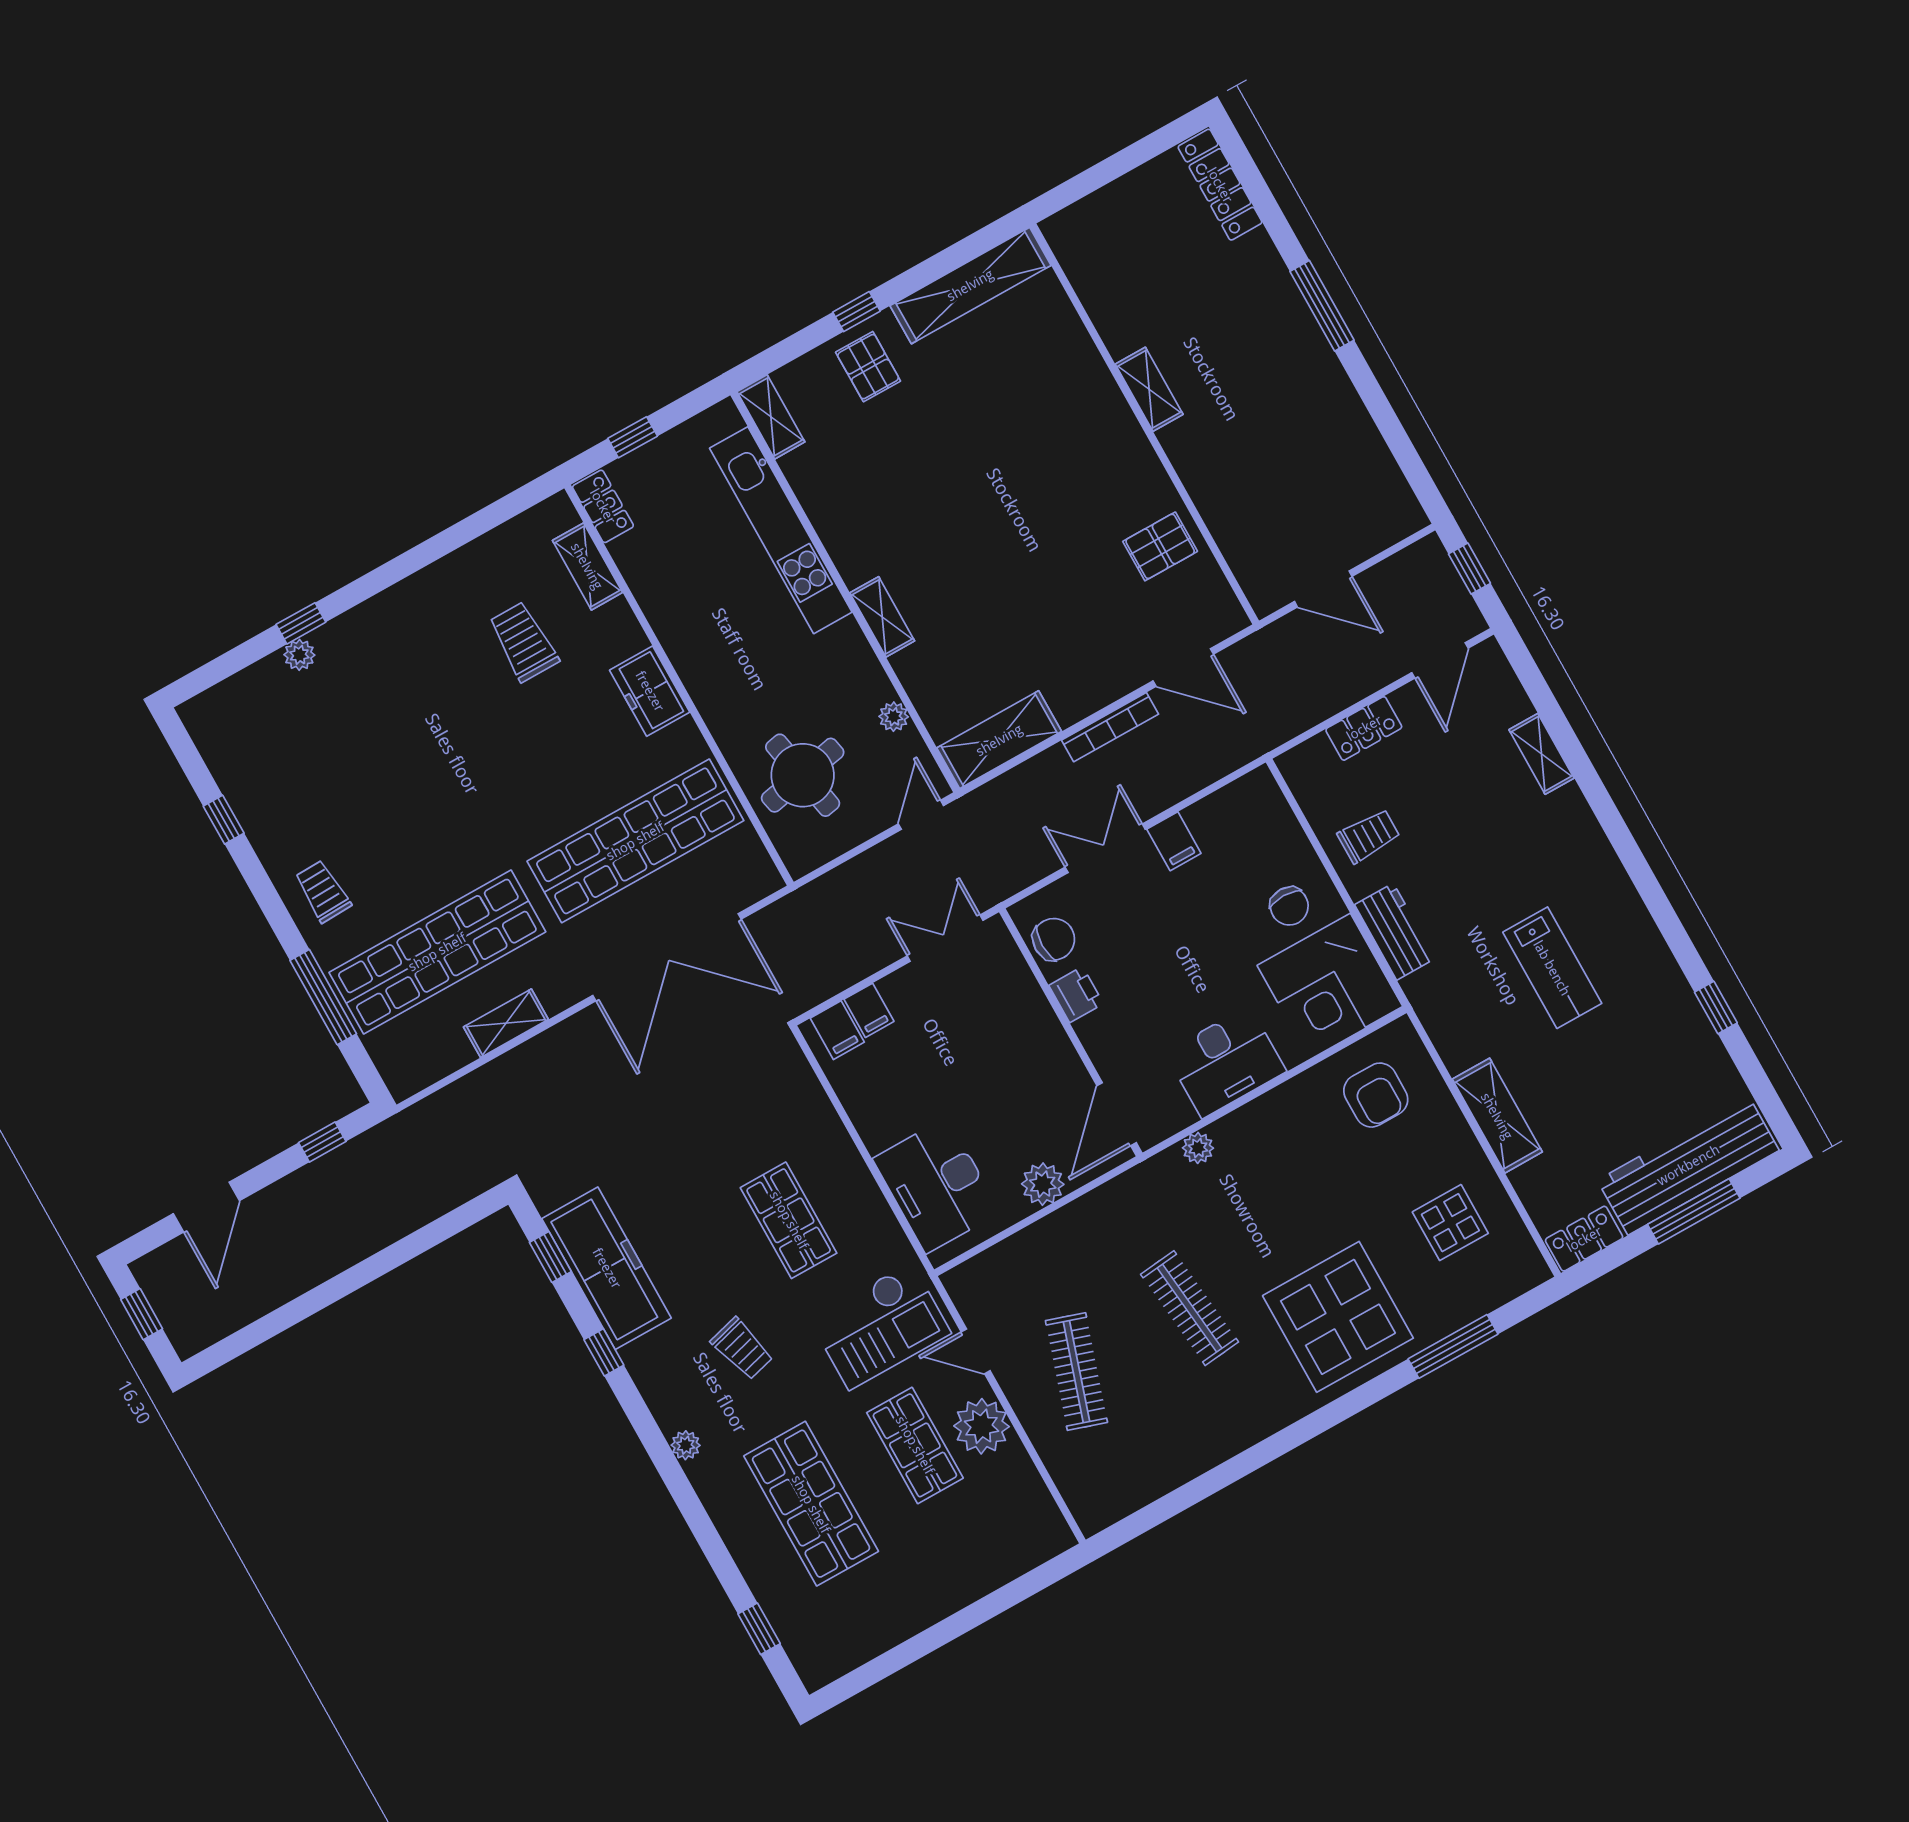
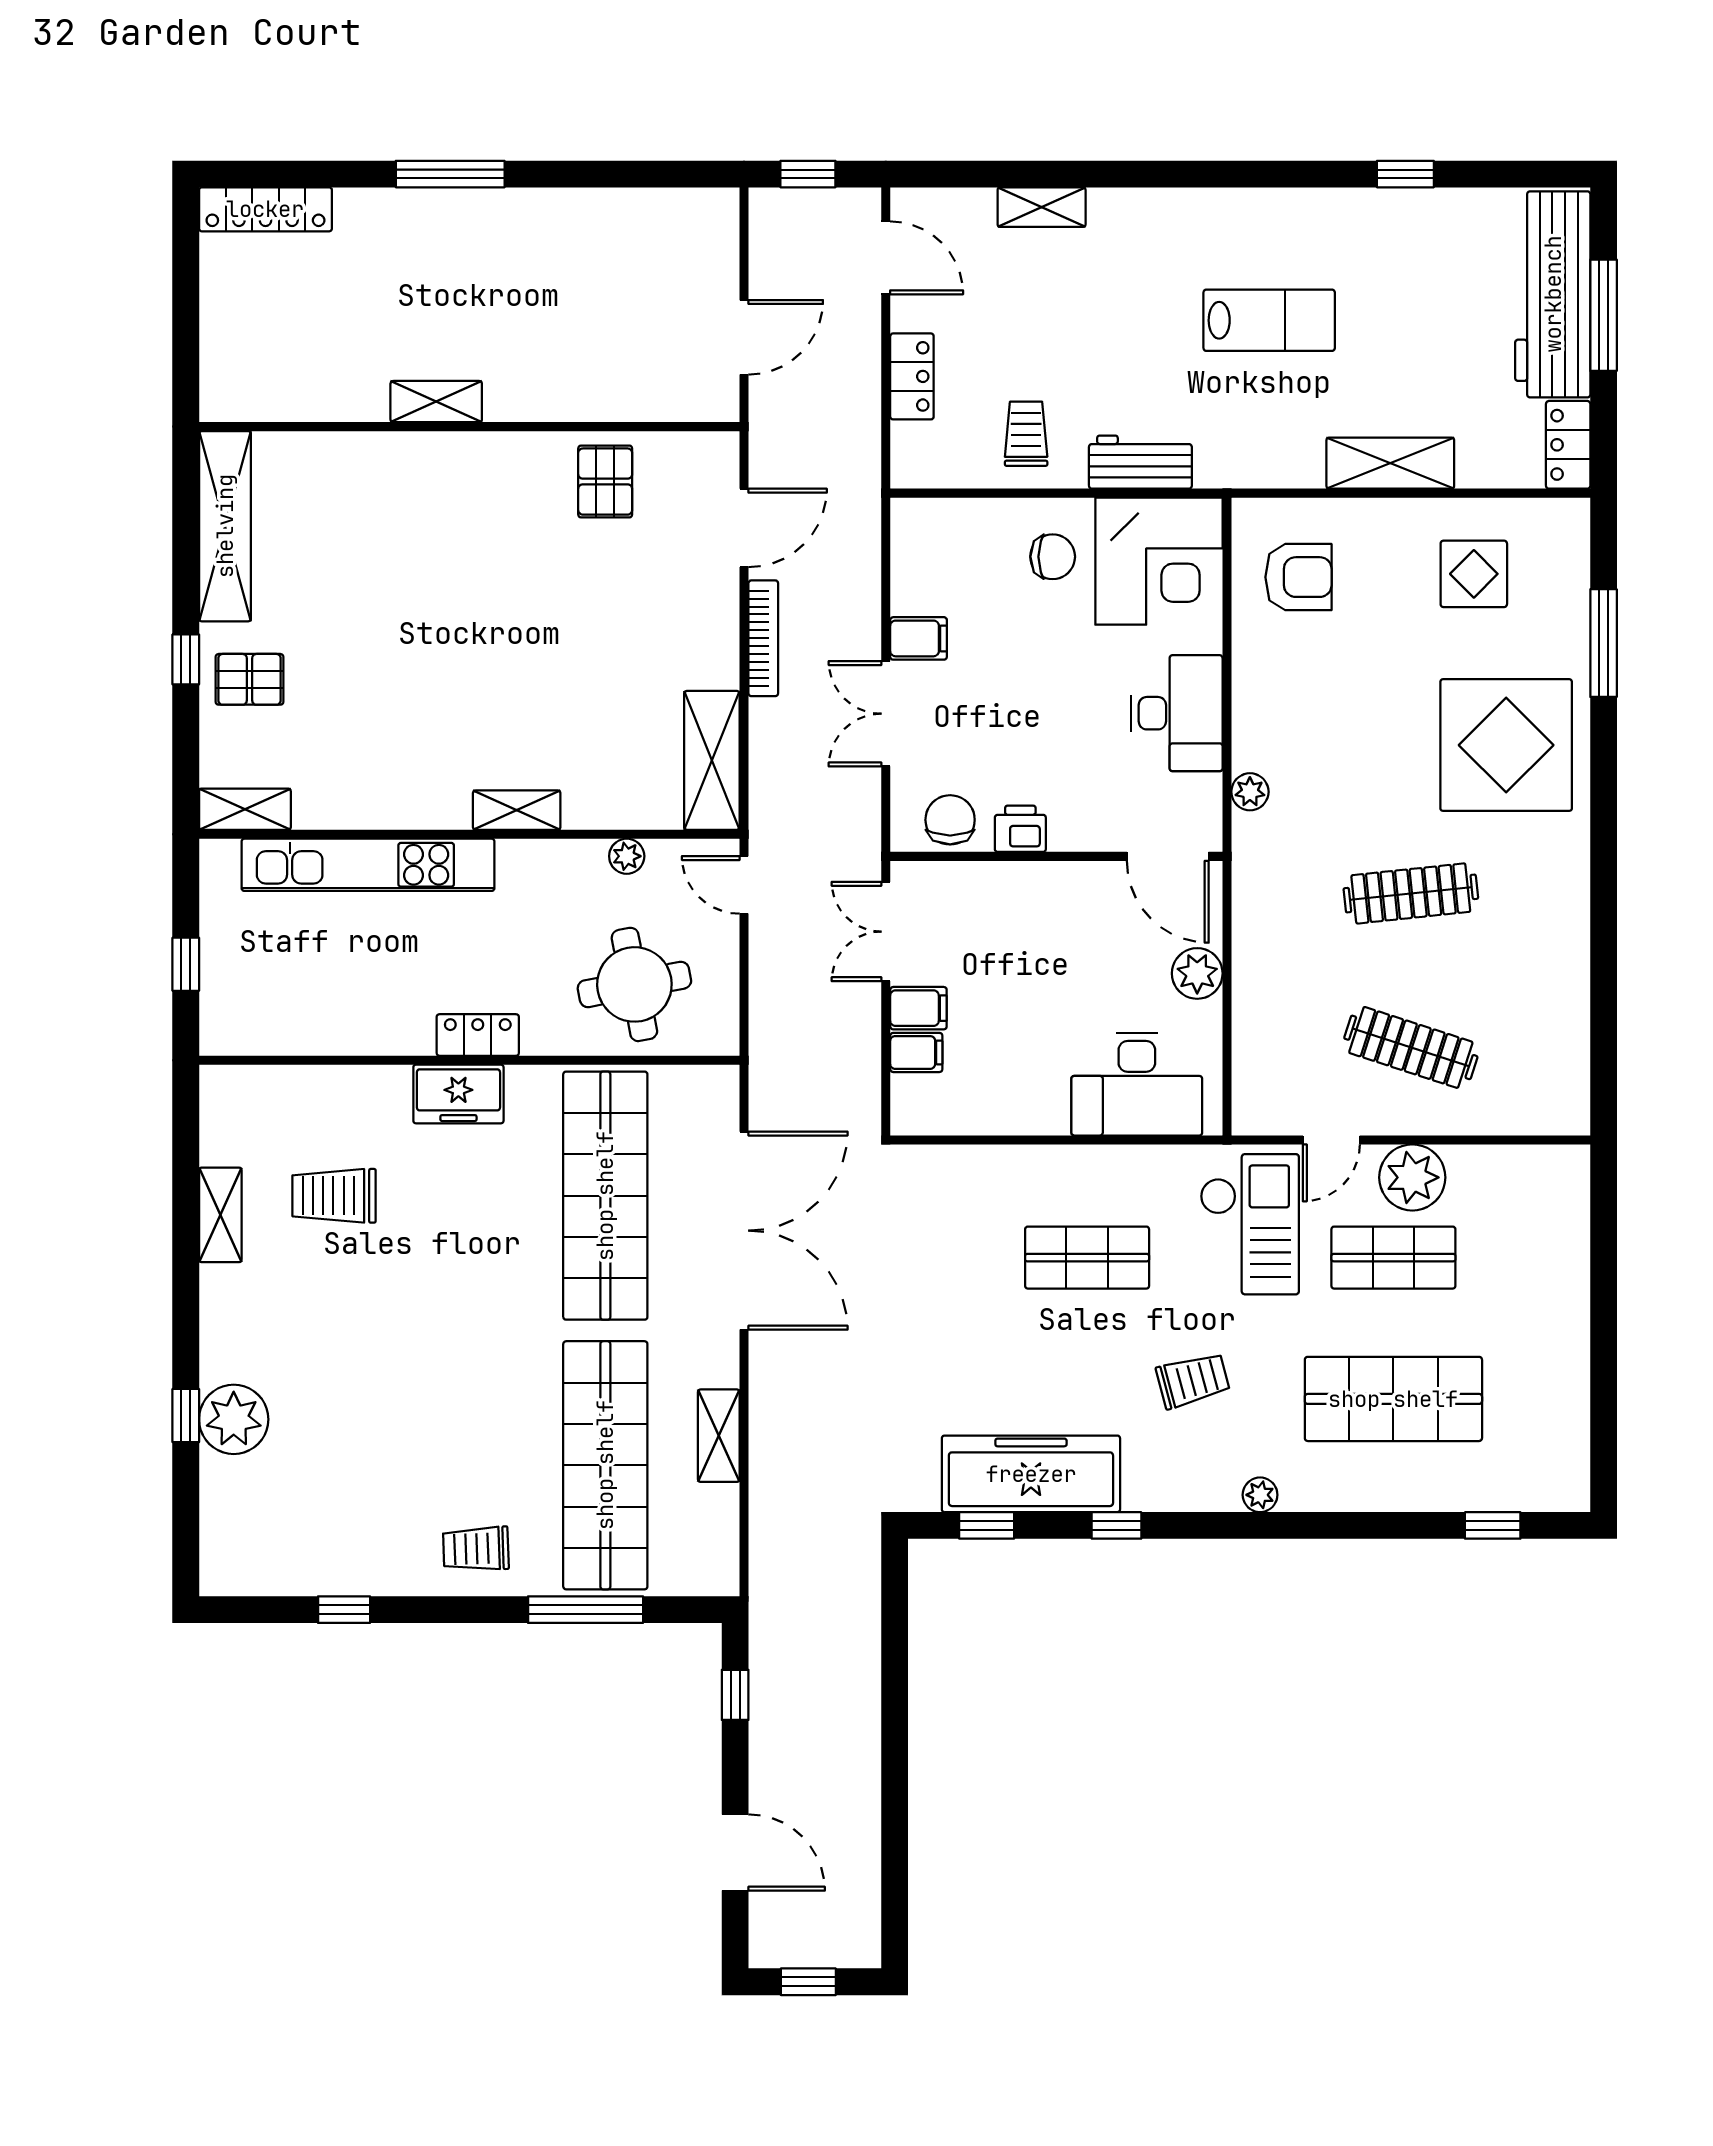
locker: (603, 506) -> (478, 1035), moved
shelving: (587, 566) -> (220, 1215), moved, turned 90
plant: (299, 655) -> (234, 1419), width x1.88, depth x1.88
filing cabinet: (837, 1030) -> (918, 1008), moved

